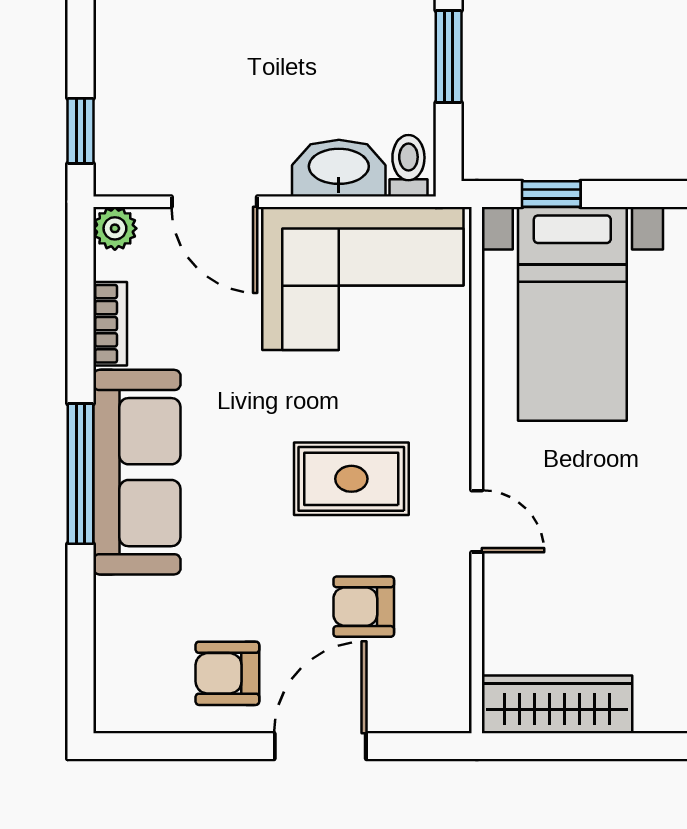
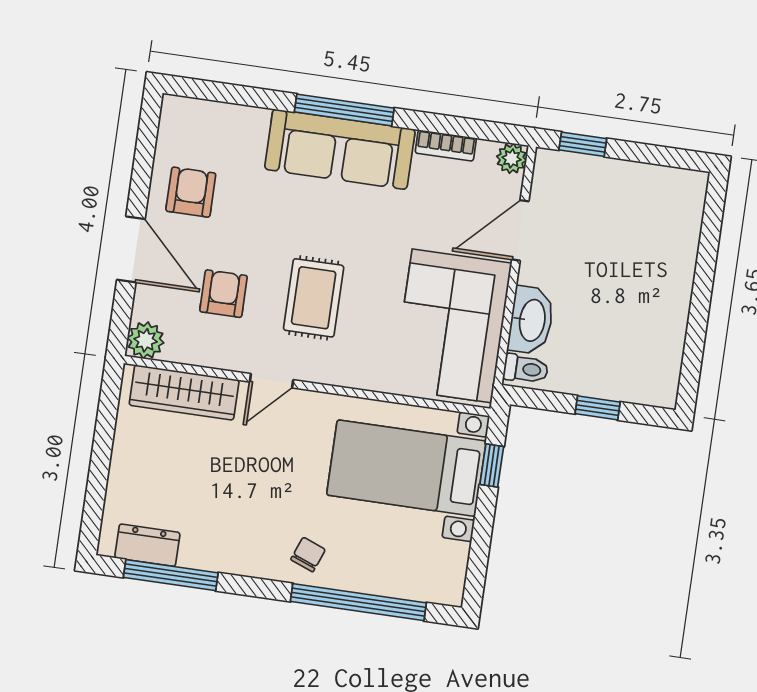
window: (449, 57) -> (598, 408), width x0.67
wardrobe: (557, 704) -> (184, 392), moved, turned 90
plant: (445, 707) -> (146, 340), added

